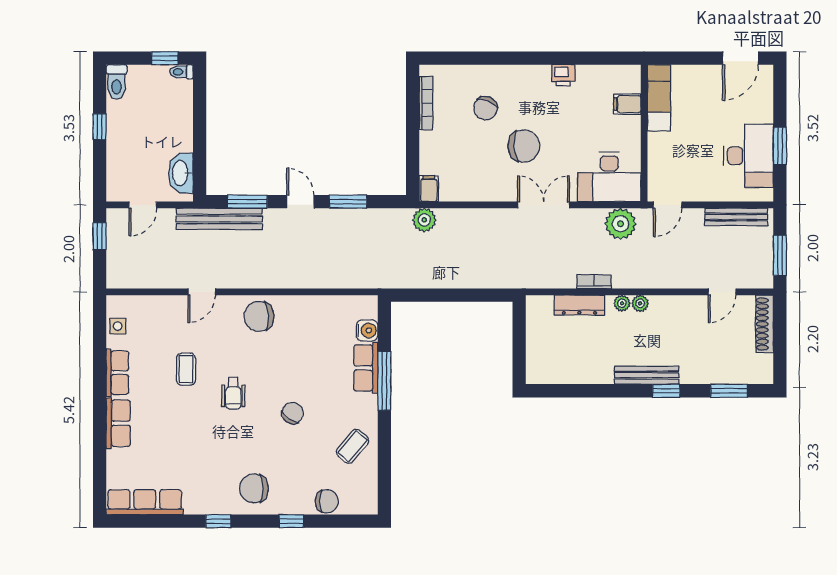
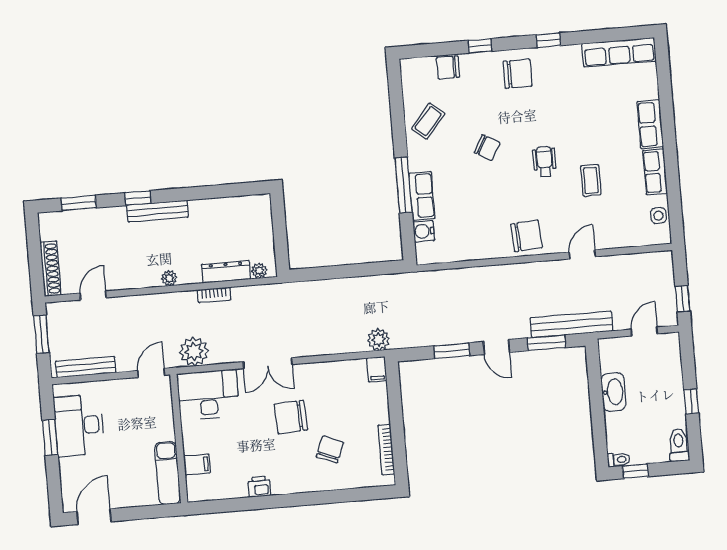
washbasin: (181, 173) -> (613, 392), moved
plant: (622, 303) -> (259, 271), moved
chair: (293, 413) -> (487, 148), turned -94

